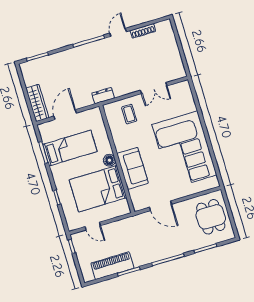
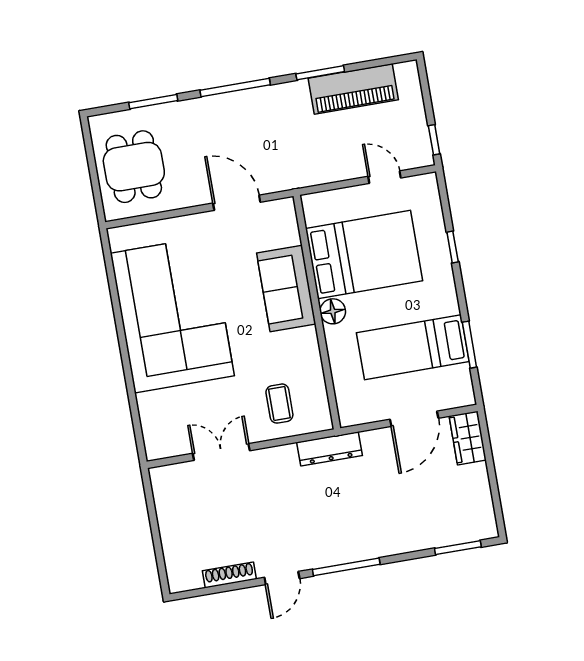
dresser: (103, 96) -> (330, 449), width x1.44
wardrobe: (37, 103) -> (468, 438), width x0.67

